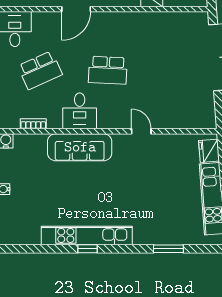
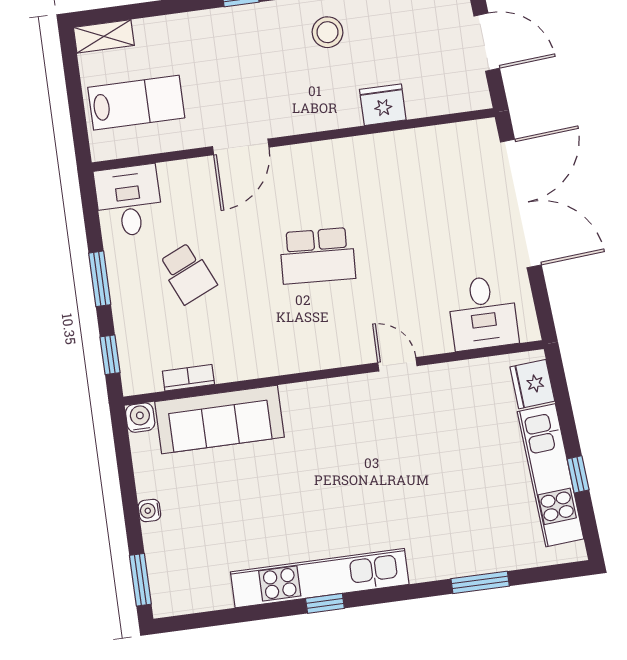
school desk: (40, 70) -> (188, 273), width x0.54
desk: (80, 111) -> (483, 313), moved
sofa: (80, 147) -> (219, 419), moved

